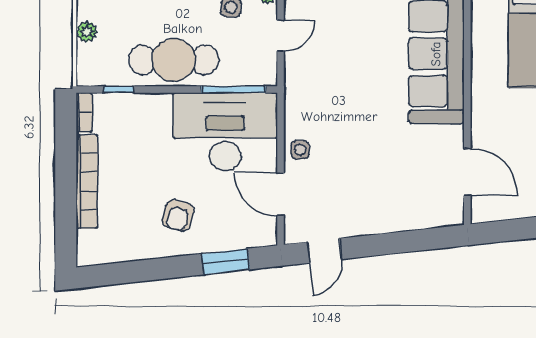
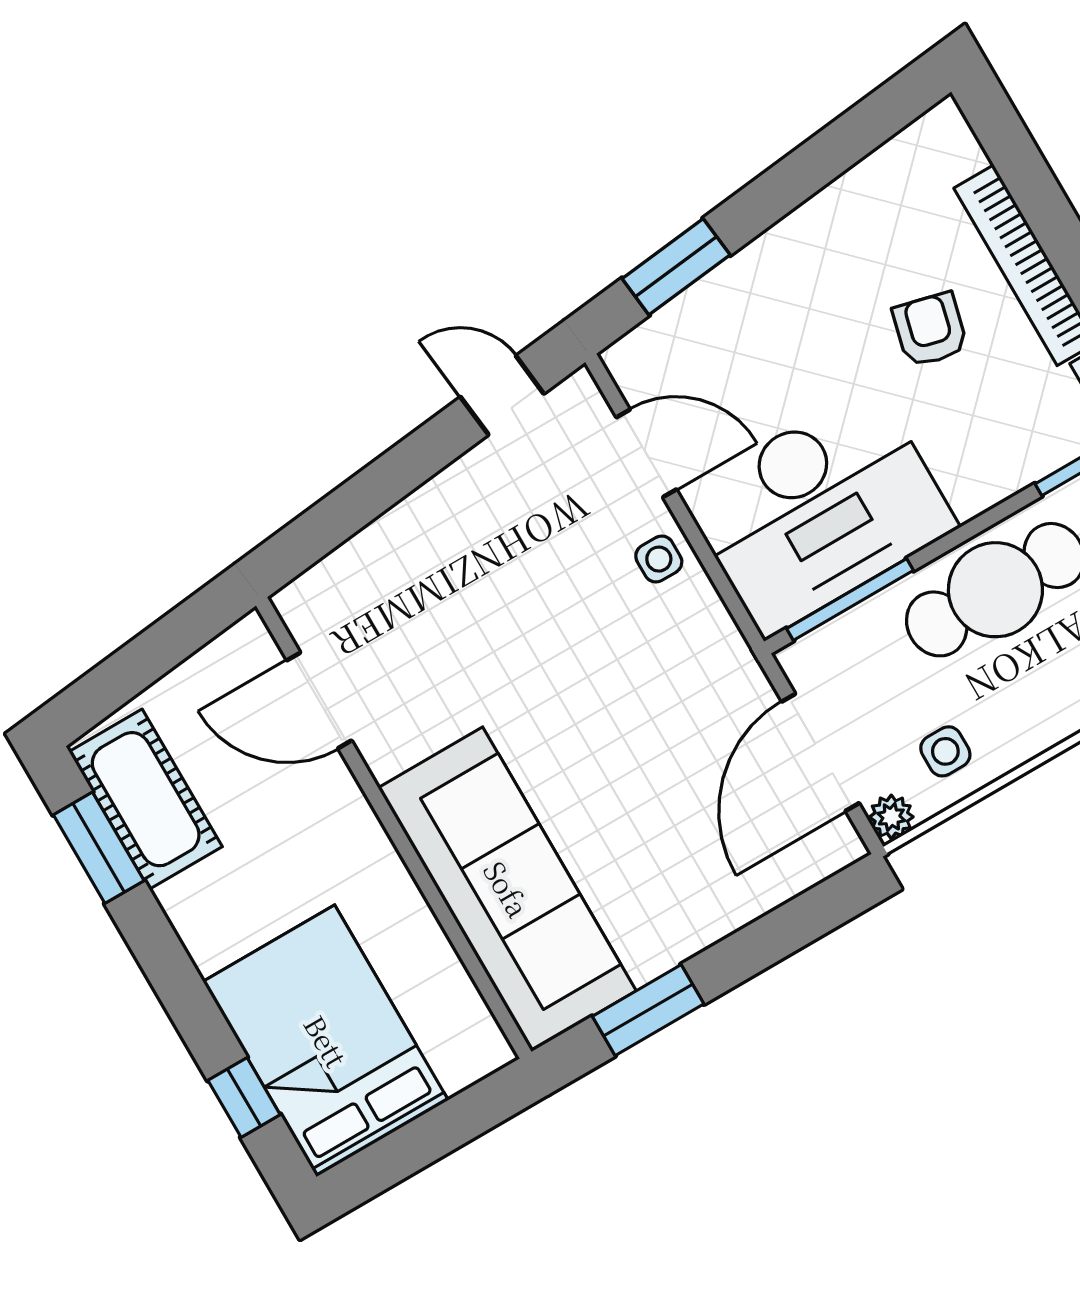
door: (281, 36) -> (820, 752), width x1.88
armchair: (178, 215) -> (930, 330), moved
door: (324, 251) -> (502, 395), hinge flipped

